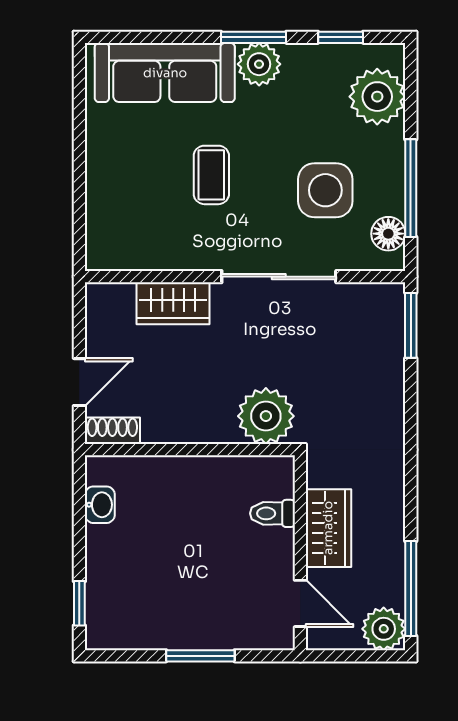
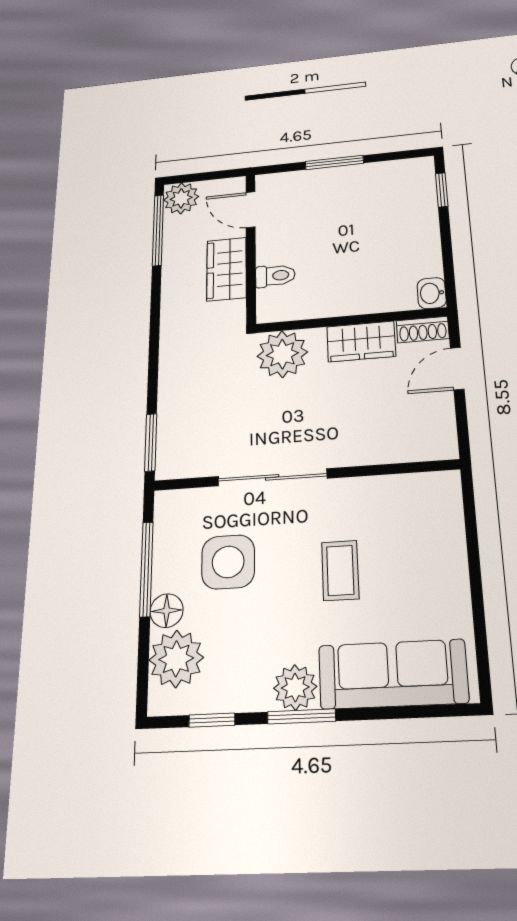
floor lamp: (388, 234) -> (167, 611), moved
wardrobe: (173, 303) -> (361, 341), moved, turned 180
washbasin: (100, 505) -> (432, 293), moved

